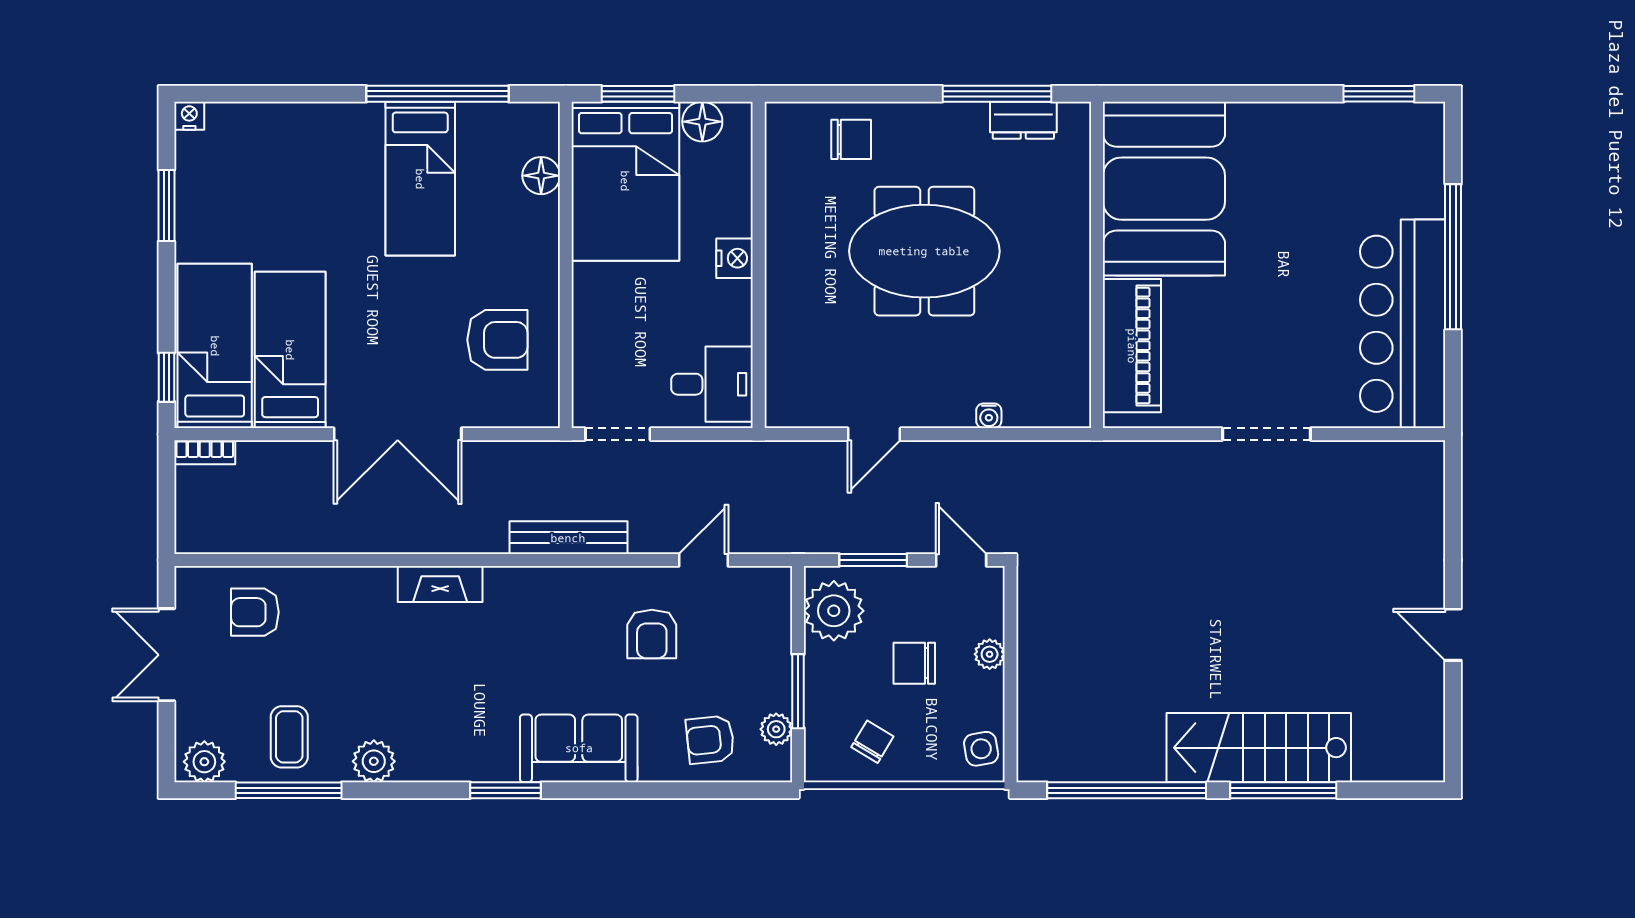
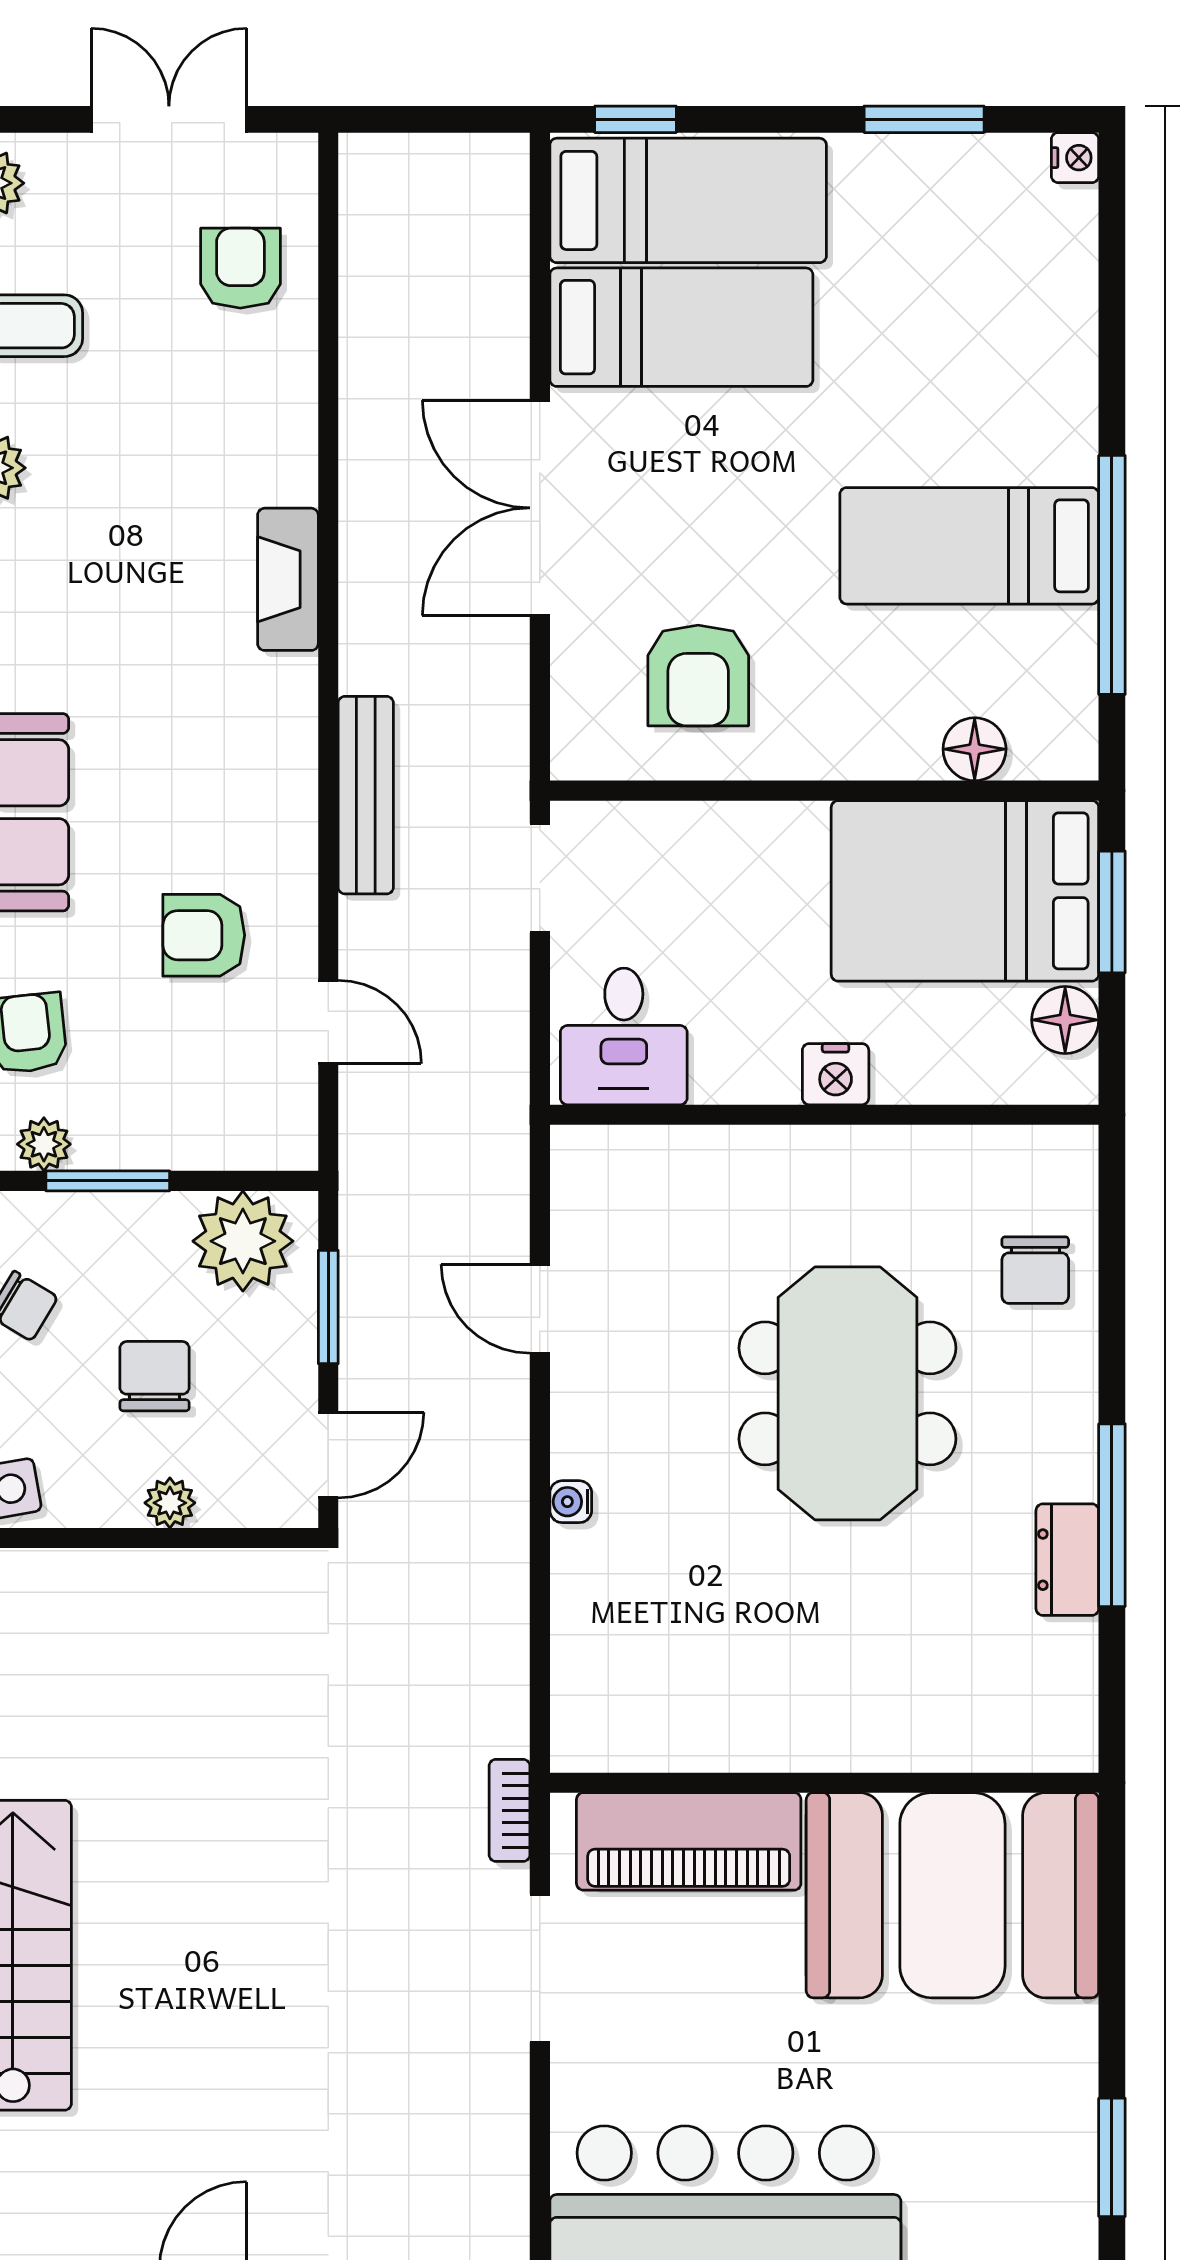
booth: (1164, 189) -> (952, 1895), moved
wall: (1097, 265) -> (824, 1783), moved
piano: (1132, 346) -> (689, 1841), moved
bookcase: (205, 452) -> (510, 1810), moved

